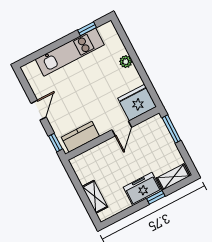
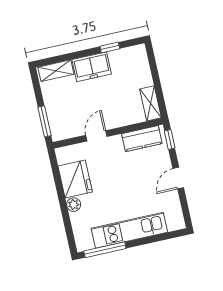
window: (87, 29) -> (105, 250), width x2.17
fridge: (137, 103) -> (75, 179), moved, turned -90
shelving: (95, 197) -> (151, 103), moved
window: (156, 197) -> (110, 48), moved

